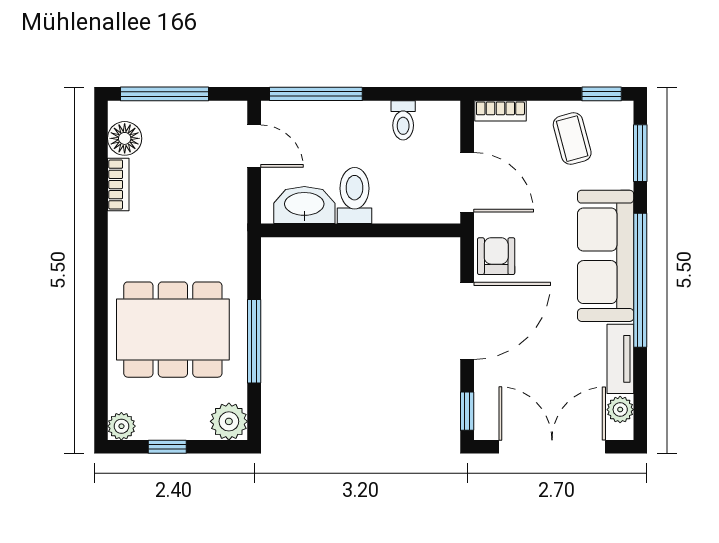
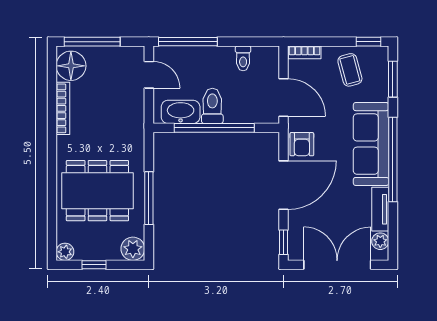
floor lamp: (125, 138) -> (71, 66), width x1.38, depth x1.38
bookcase: (118, 185) -> (63, 108), width x1.56
window: (358, 230) -> (214, 128), added
armchair: (496, 256) -> (302, 144), turned 180

